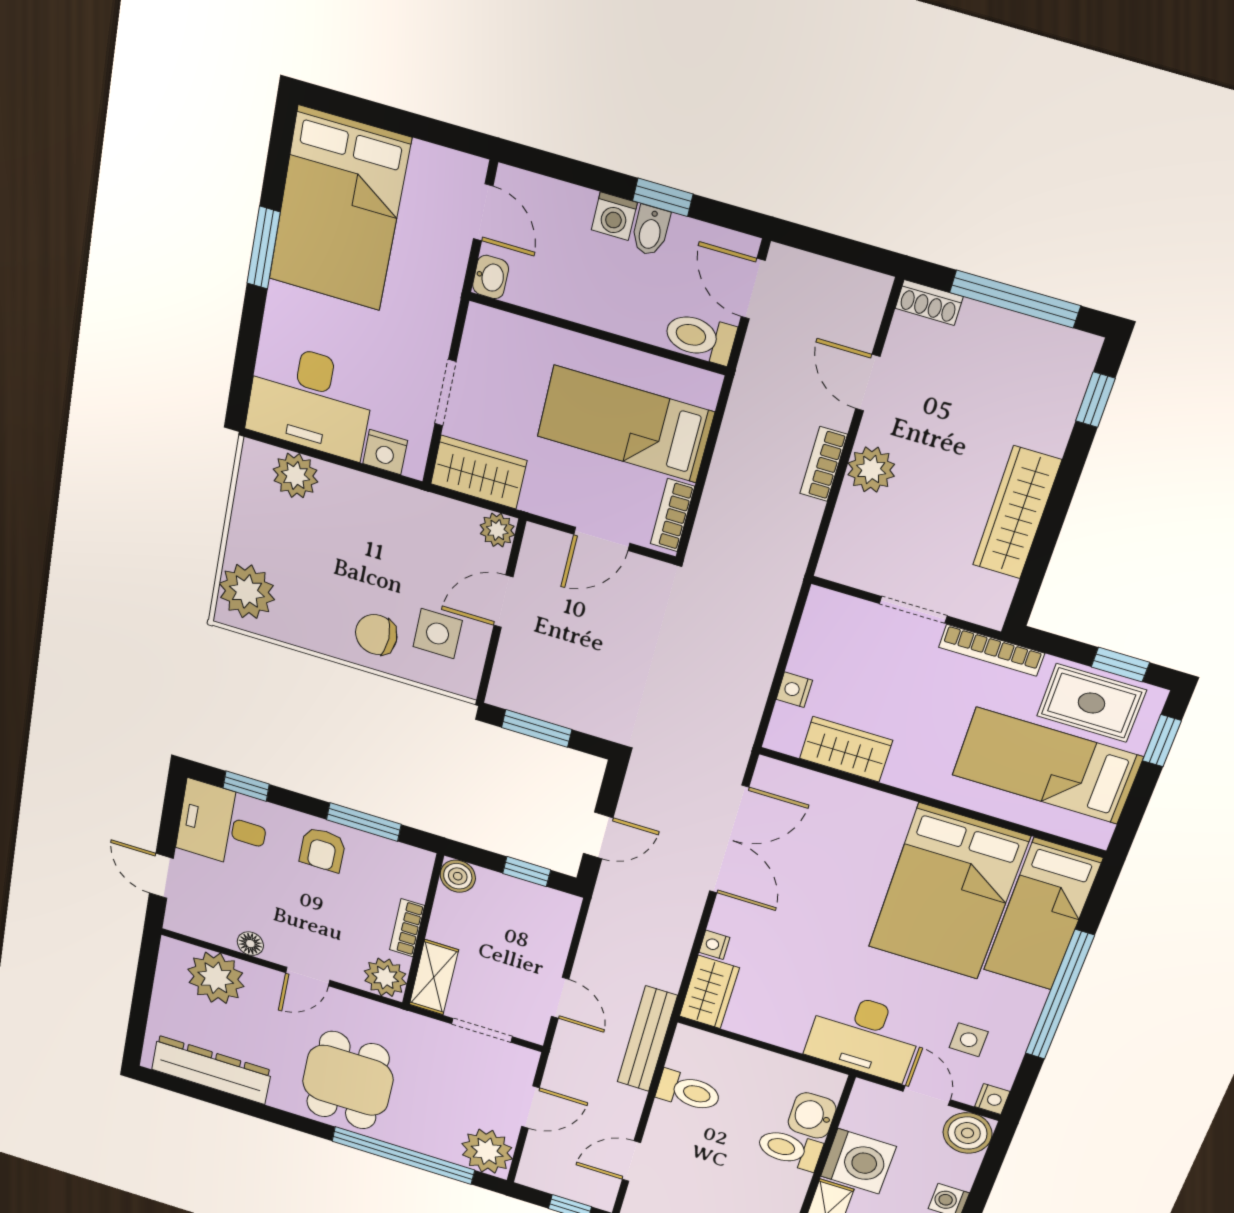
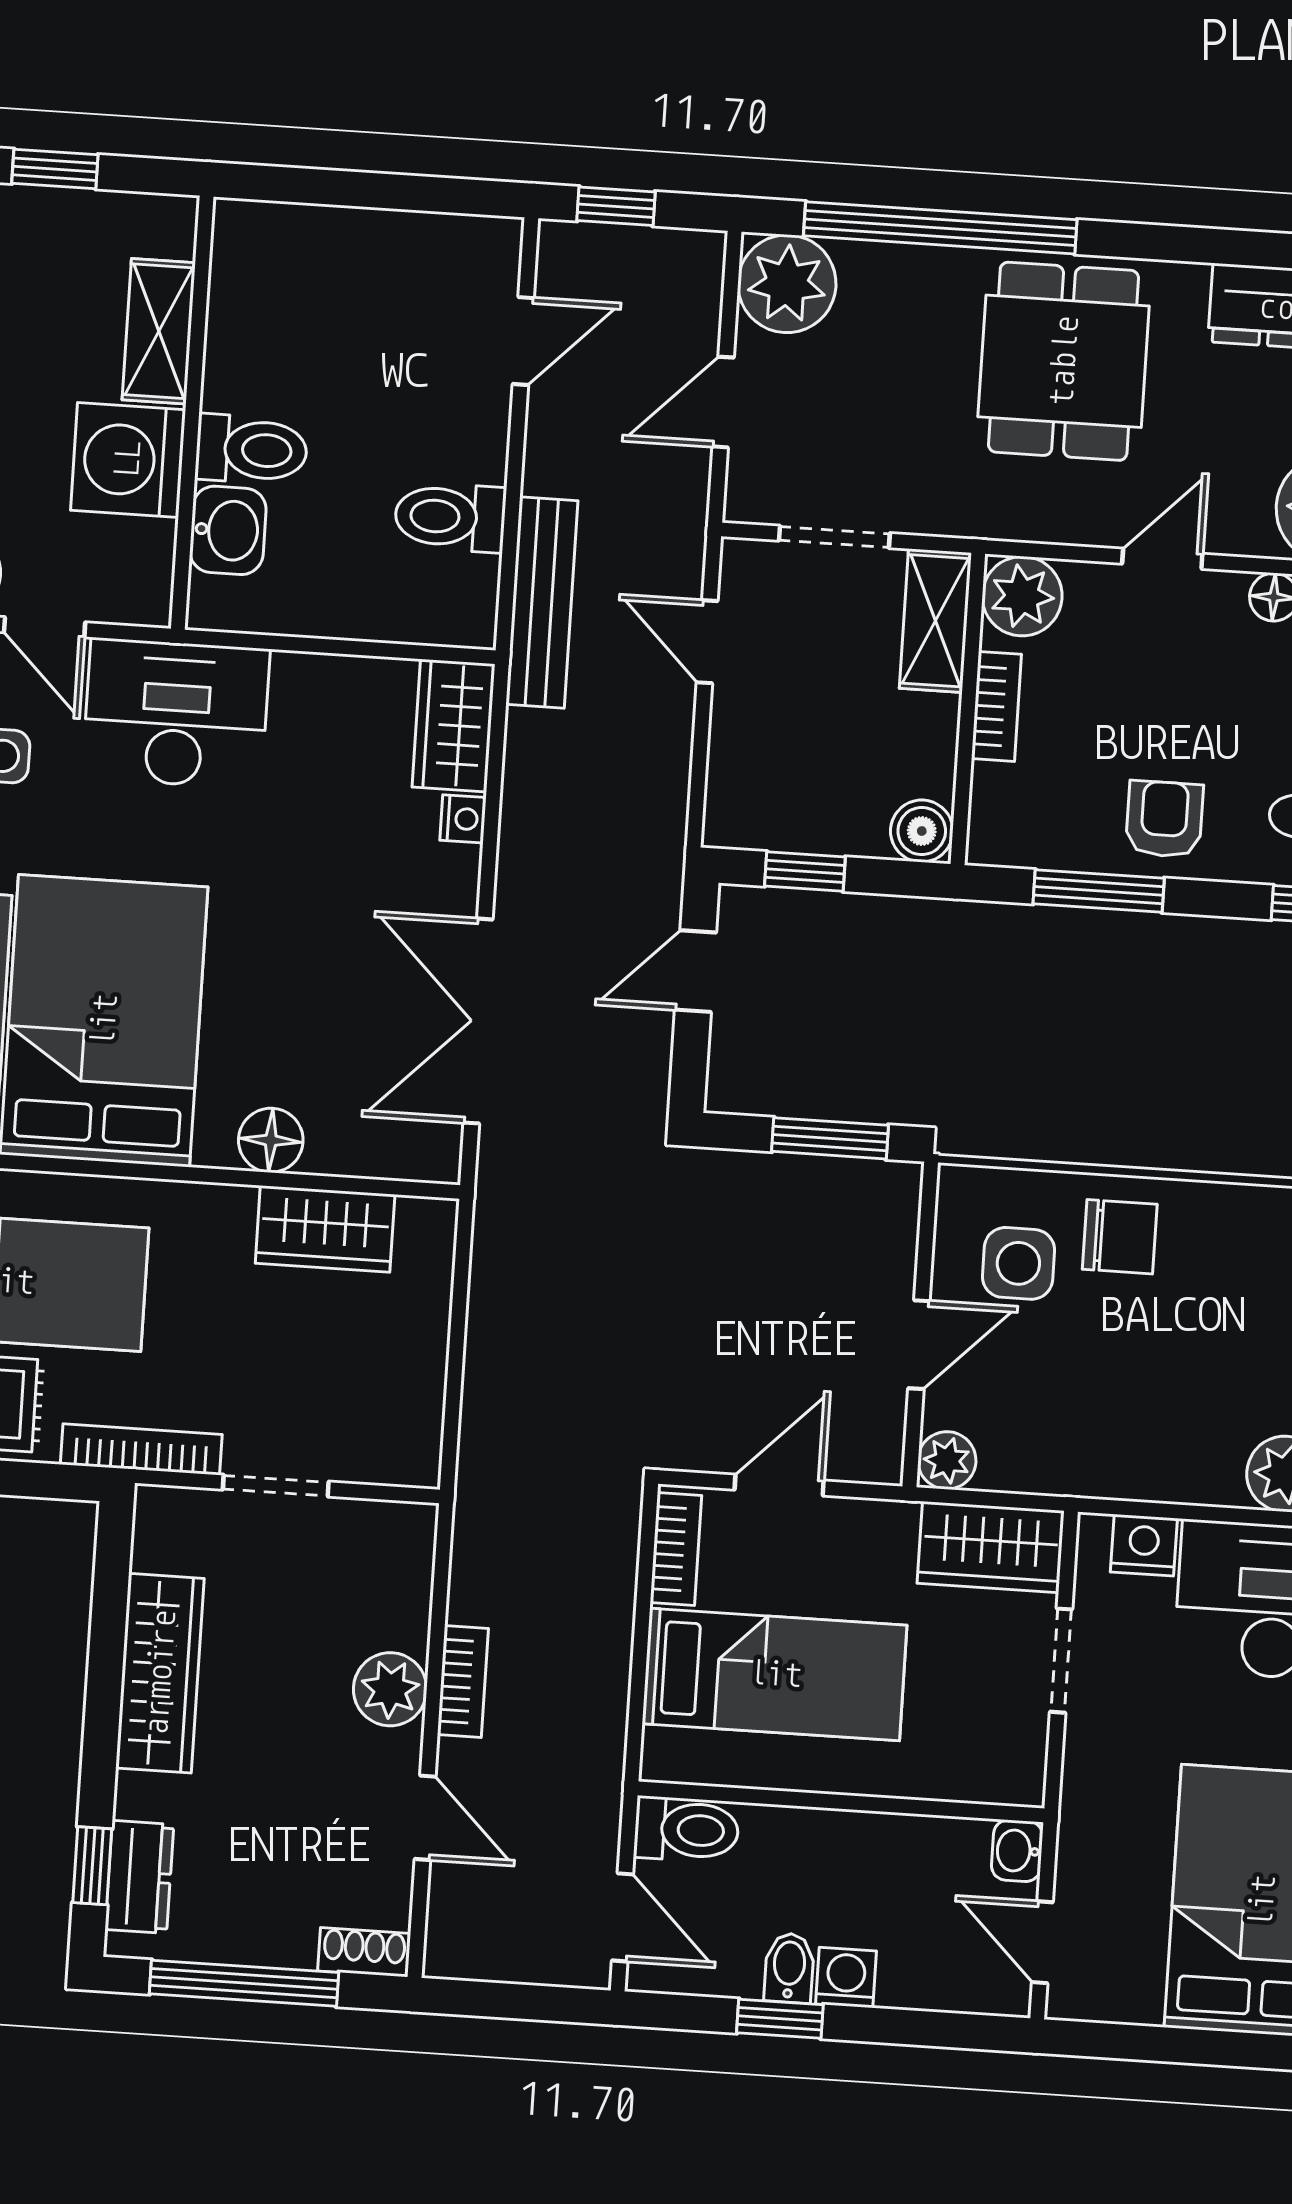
dresser: (1066, 385) -> (139, 1877), added
nightstand: (794, 690) -> (429, 1309), removed
floor lamp: (866, 805) -> (271, 1140), added

